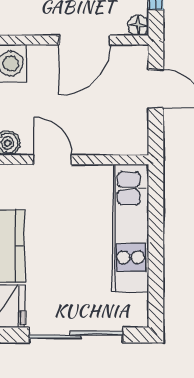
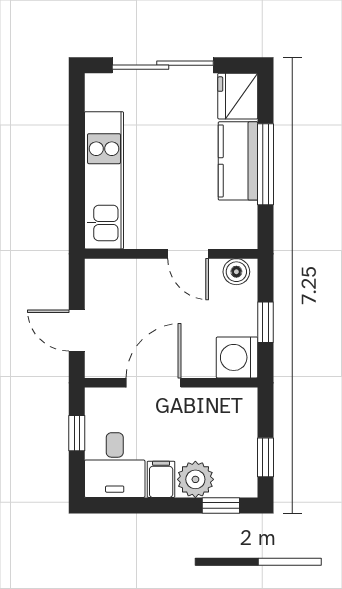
floor lamp: (138, 25) -> (96, 399), removed

